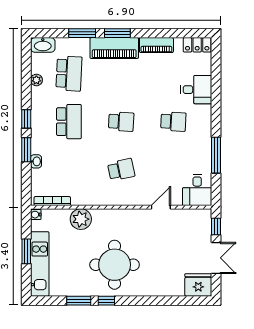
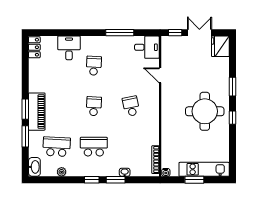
piano: (156, 45) -> (34, 79), removed
plant: (81, 219) -> (169, 137), removed
window: (79, 301) -> (233, 87), moved

